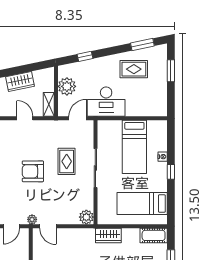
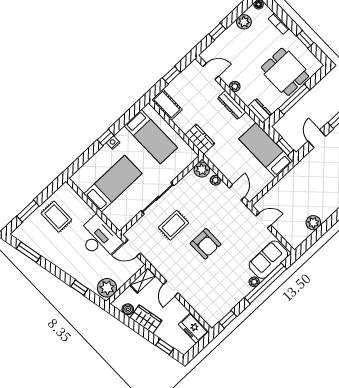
rug: (134, 69) -> (56, 217), moved
boiler: (39, 75) -> (128, 309), added
plant: (67, 86) -> (107, 288), moved
nightstand: (163, 157) -> (113, 143), moved
plant: (32, 219) -> (215, 180), moved

